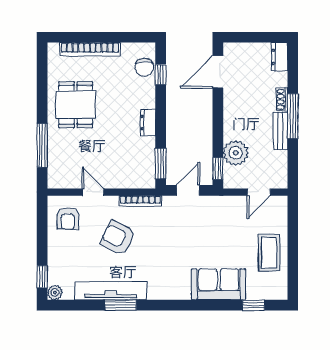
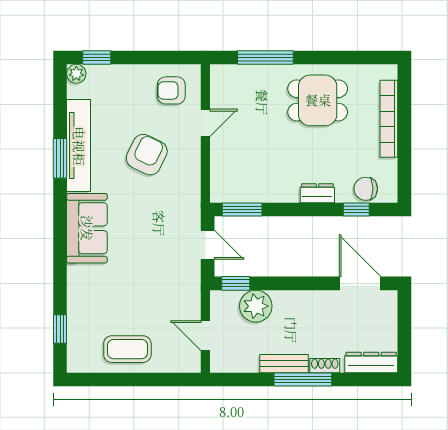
dresser: (280, 57) -> (371, 362), width x1.44
dresser: (148, 123) -> (317, 193), moved
bookcase: (140, 201) -> (194, 184), removed
sofa: (219, 284) -> (87, 228), moved

